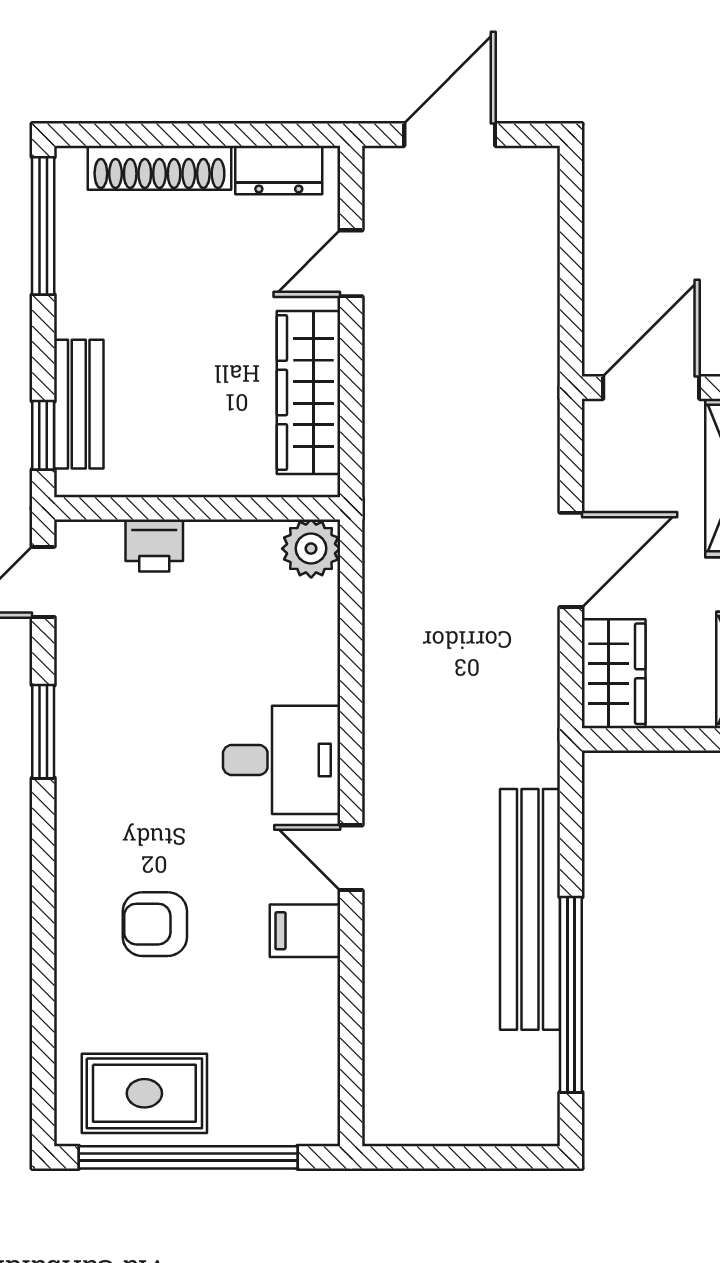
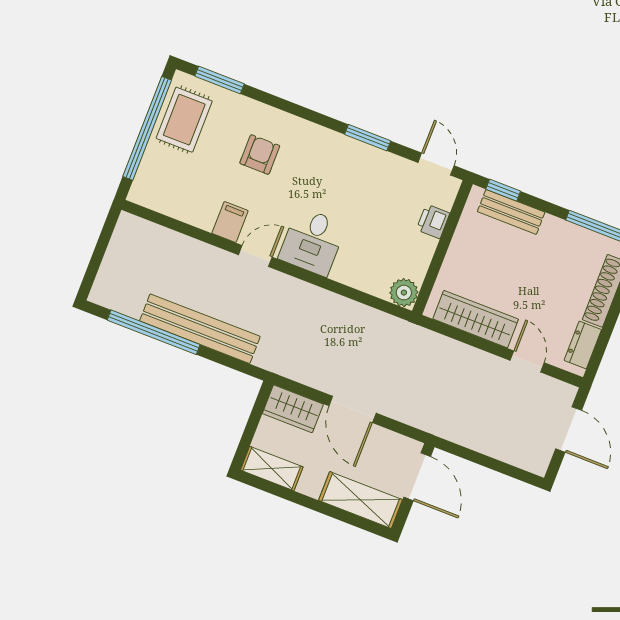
window: (43, 1055) -> (219, 80), added

